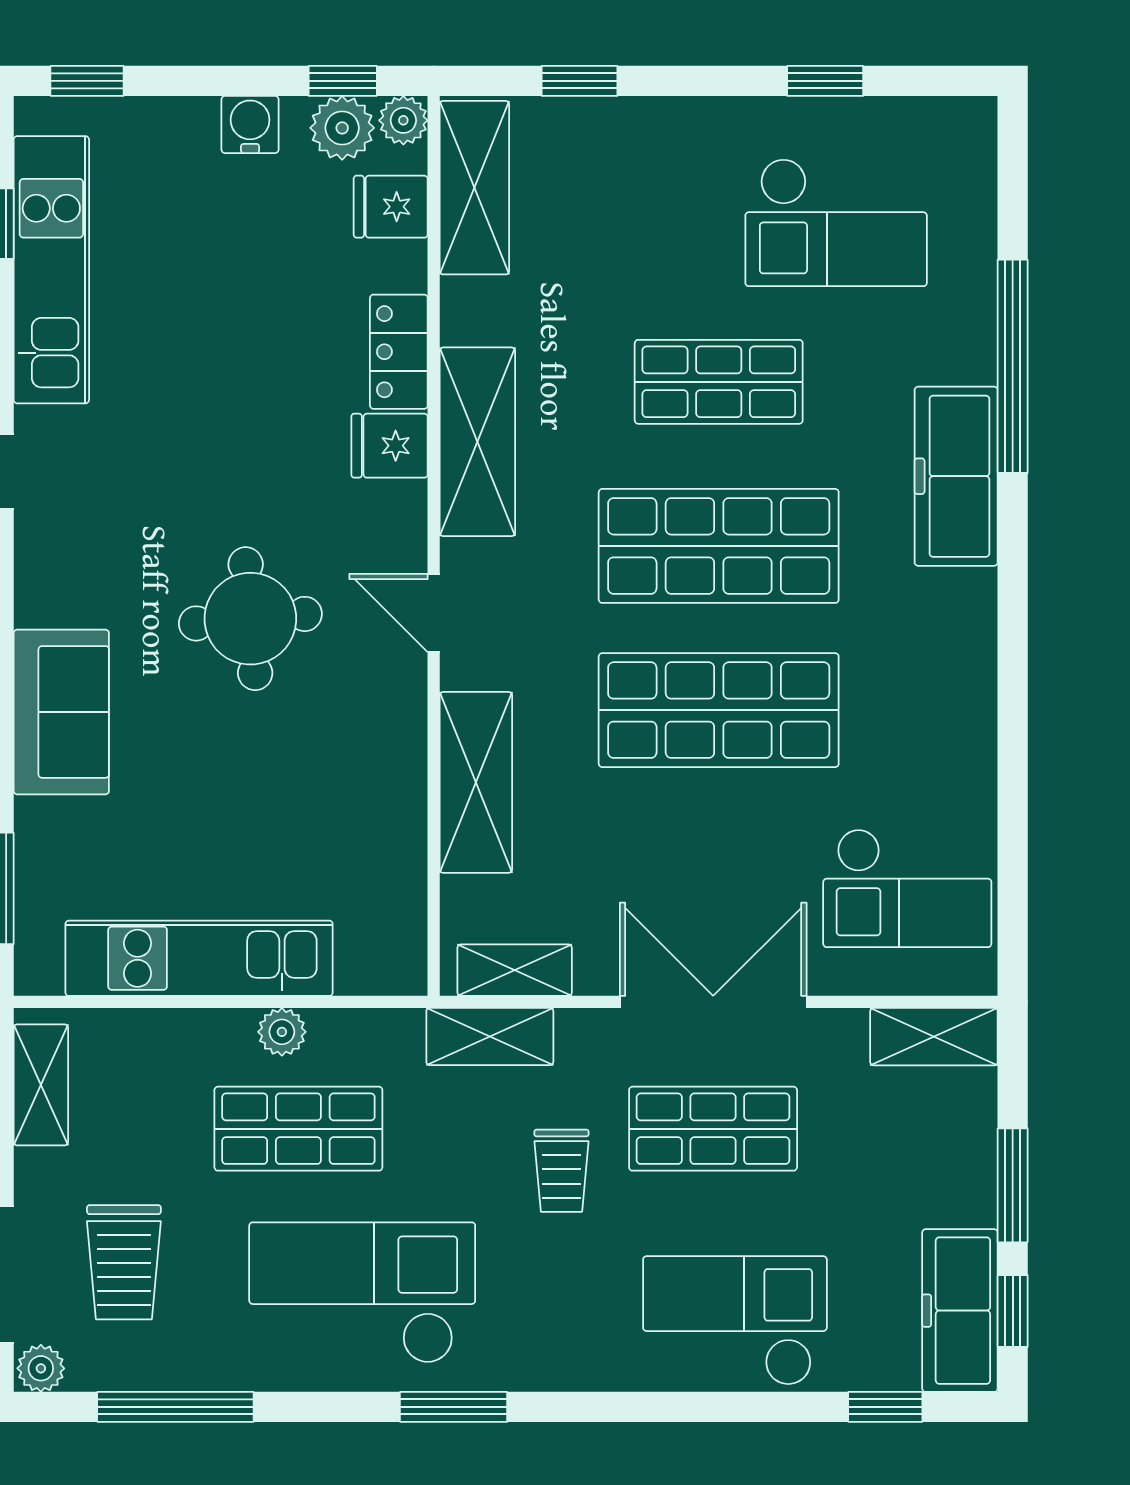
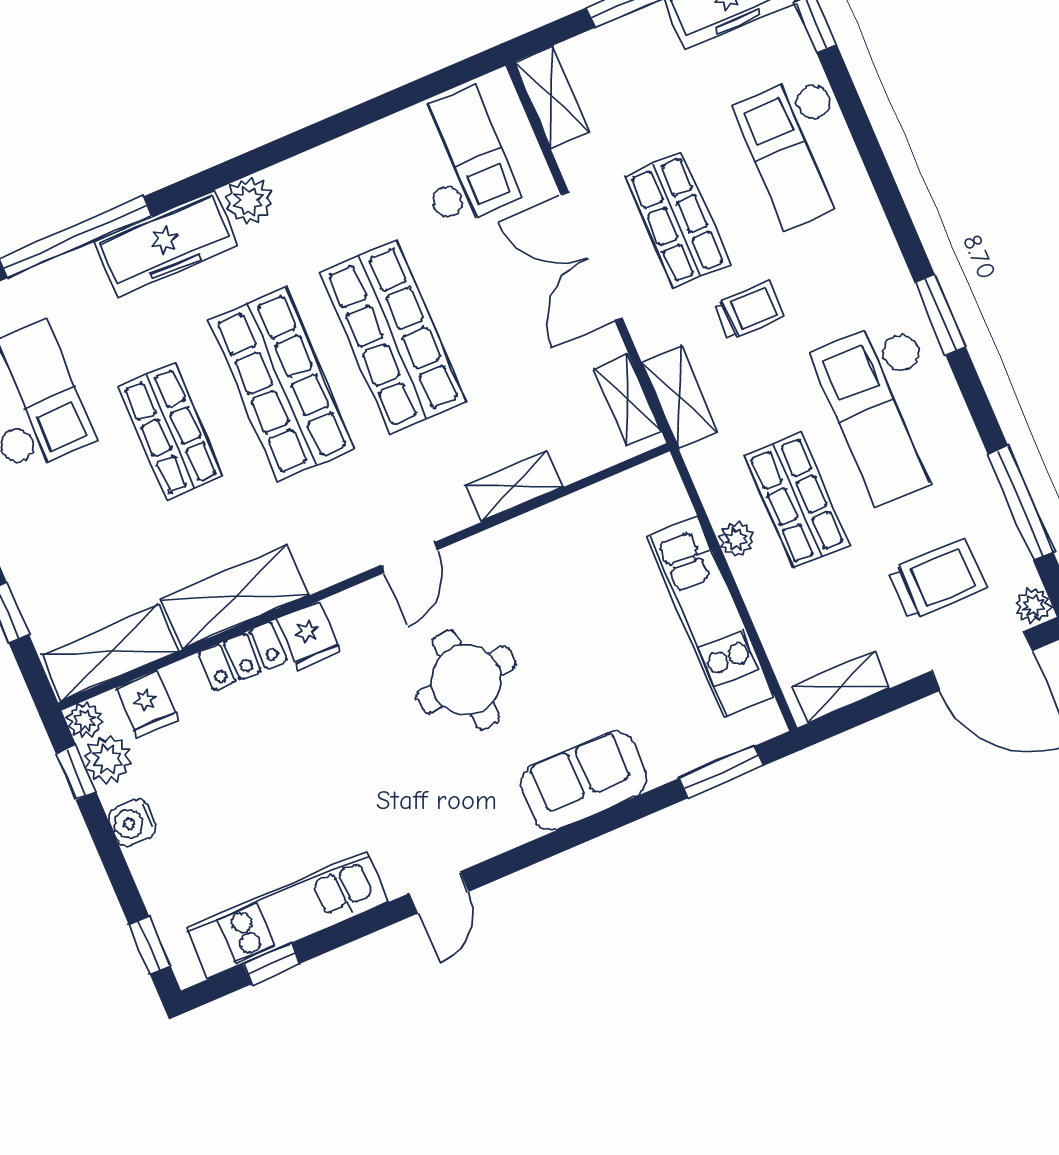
shelving: (477, 442) -> (235, 597), moved
plant: (966, 602) -> (249, 201), added
shelving: (476, 782) -> (514, 486), width x0.67, depth x0.75

